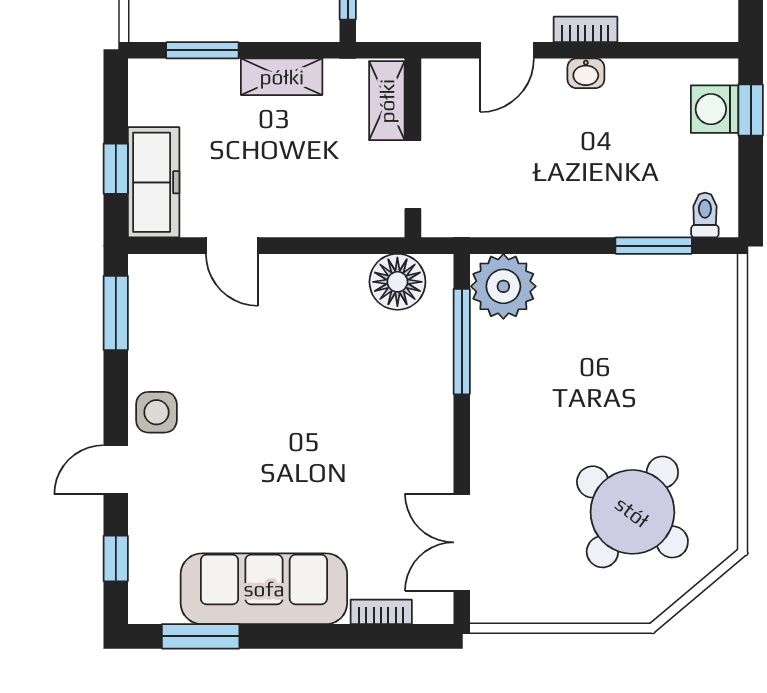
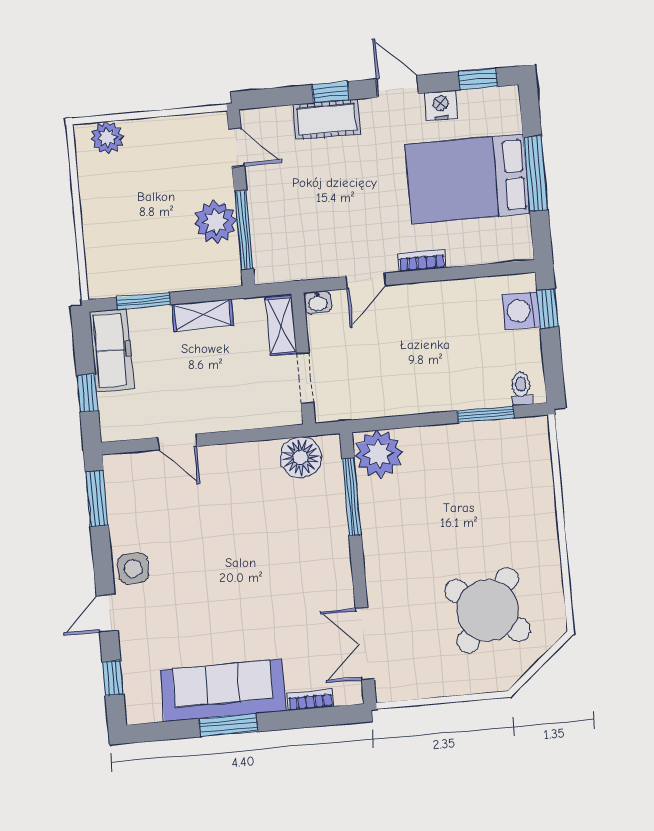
washbasin: (586, 73) -> (318, 302), moved
freezer: (154, 182) -> (112, 350), moved
window: (201, 636) -> (228, 725), moved

